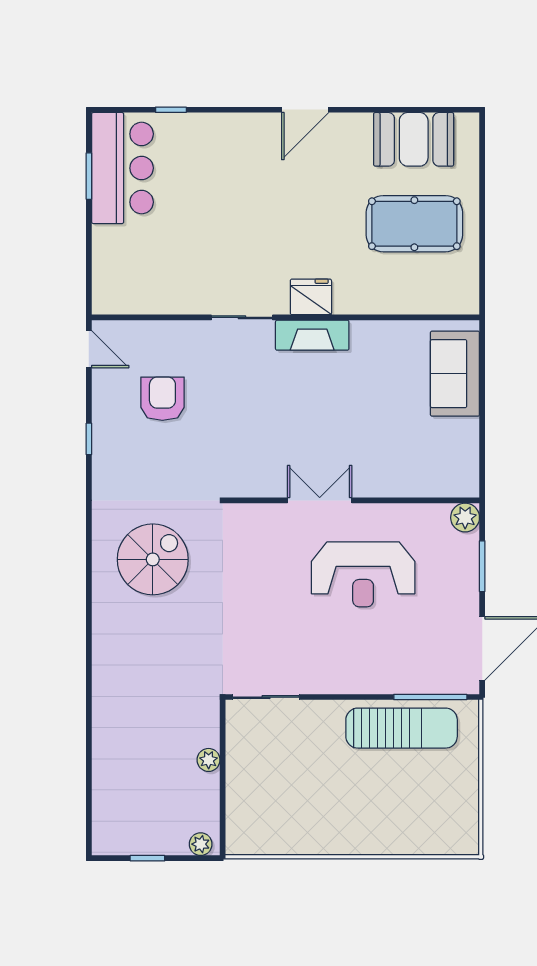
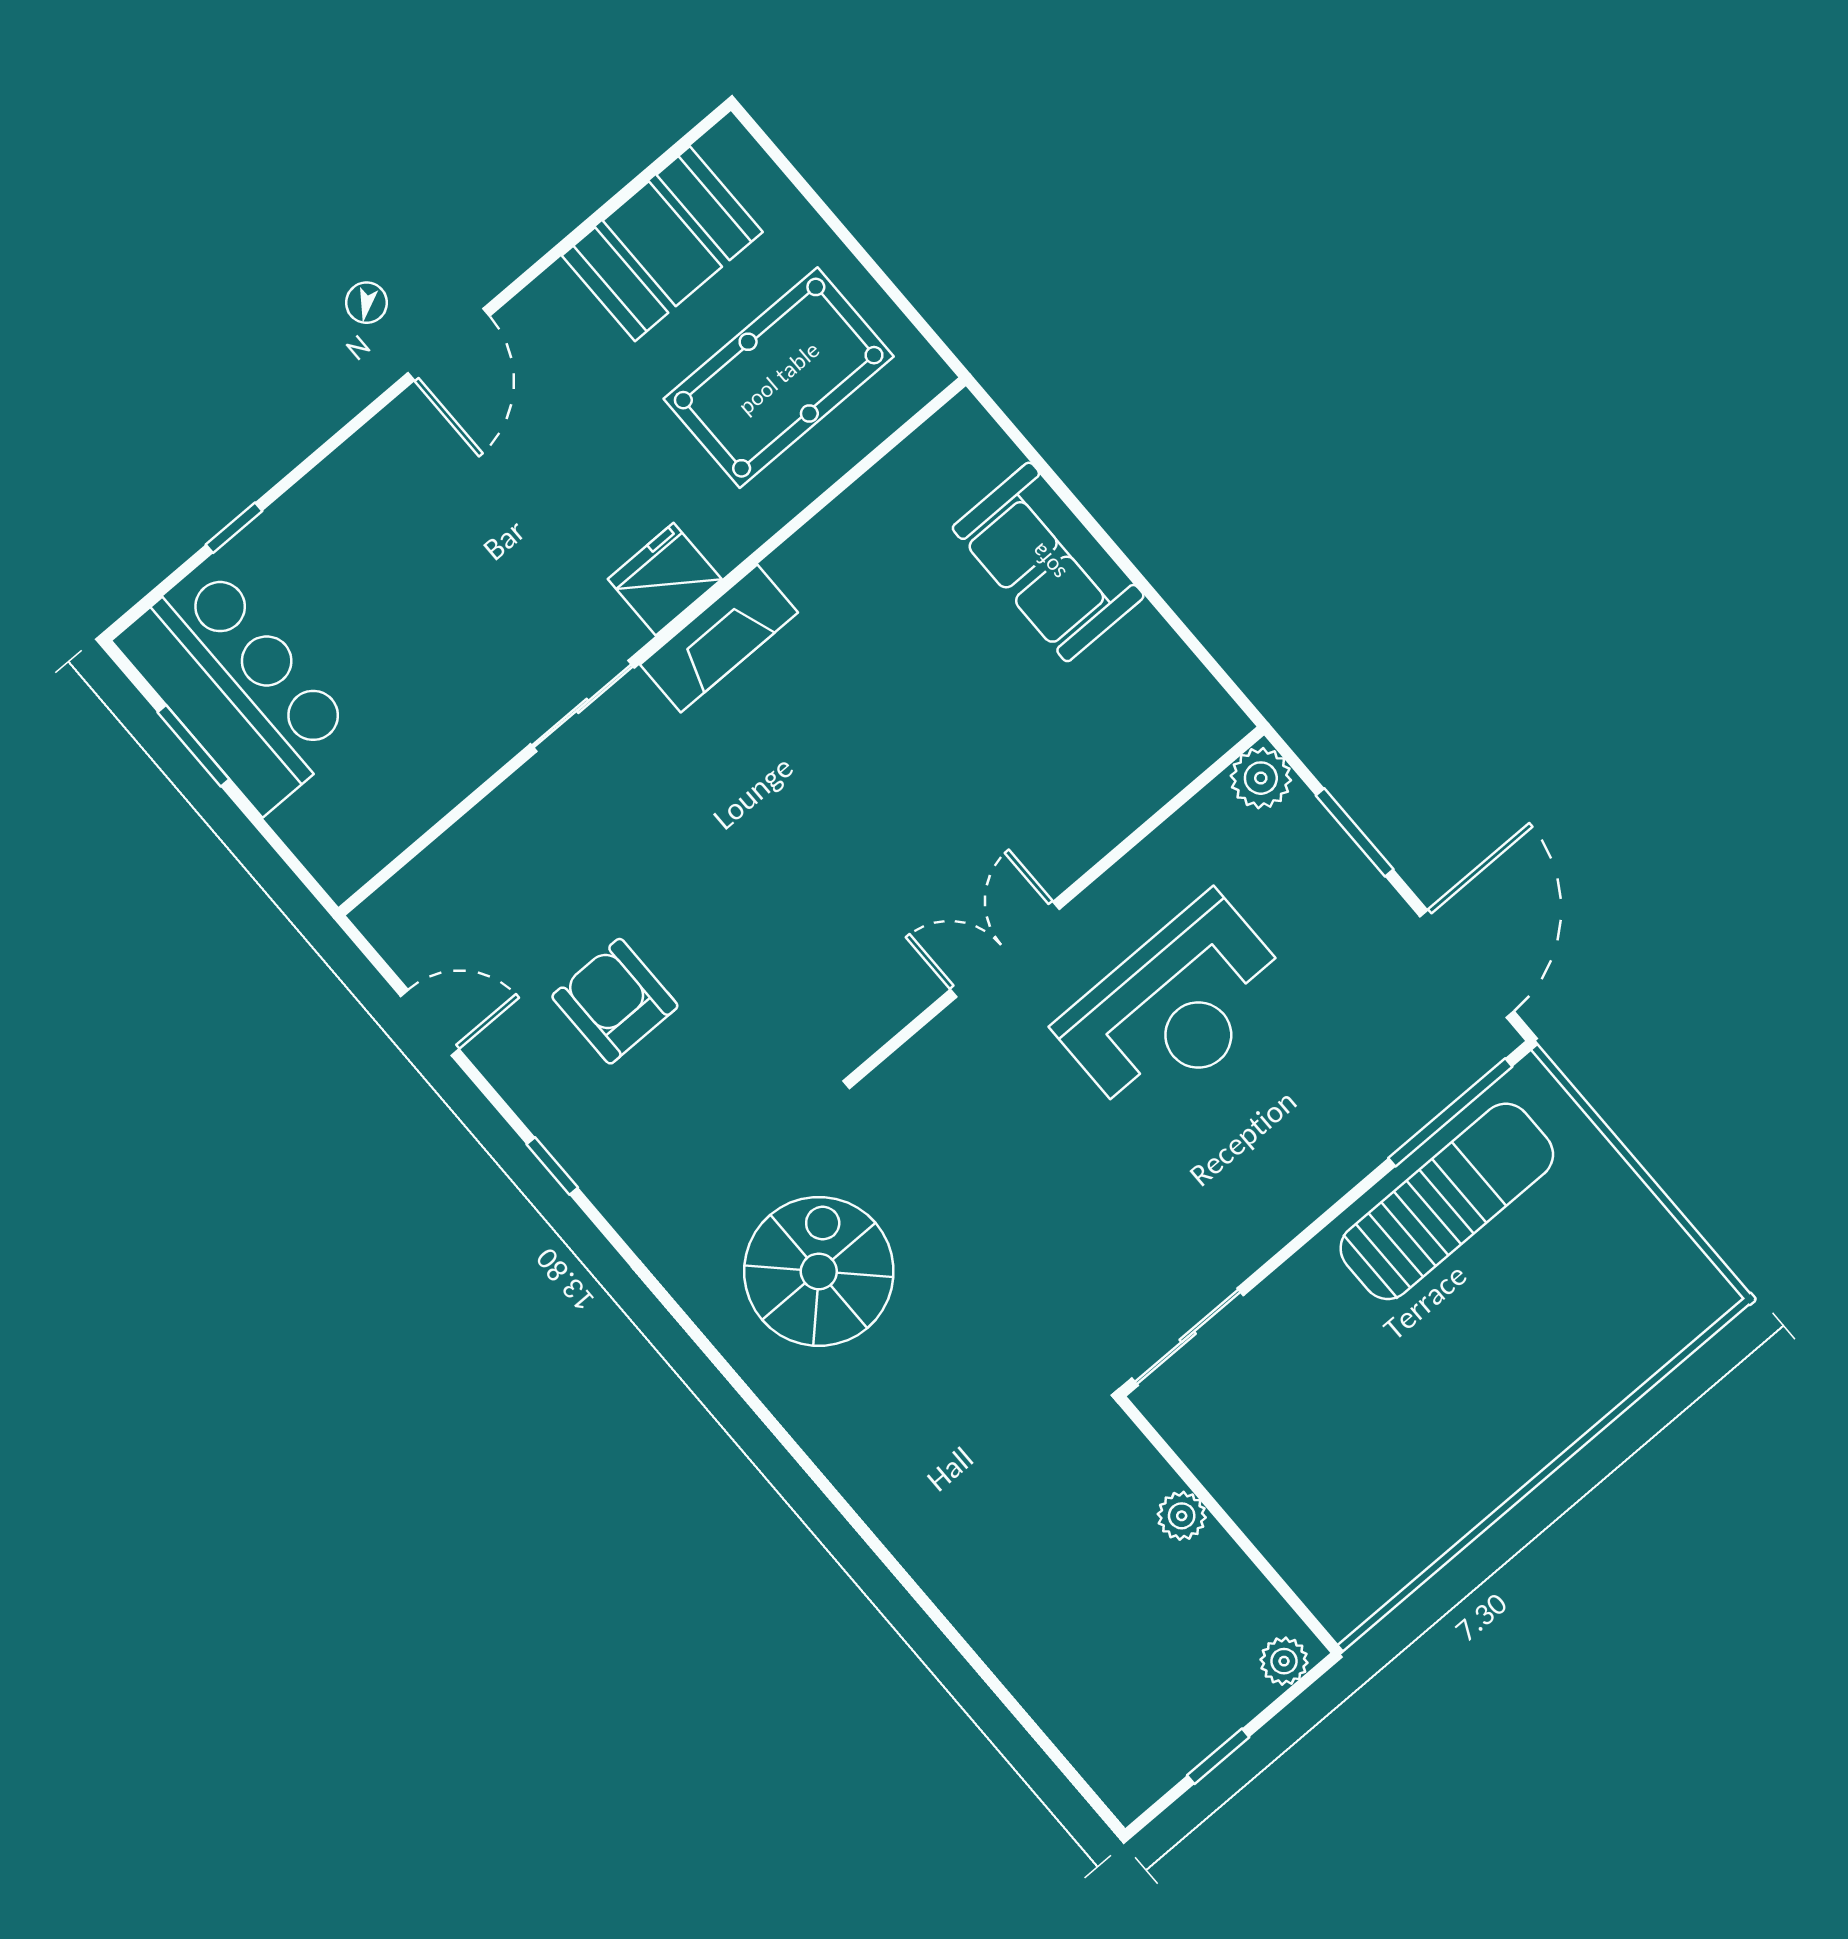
fridge: (311, 297) -> (665, 579), moved
sliding door: (242, 317) -> (582, 706), moved
wall: (286, 317) -> (652, 646), moved
fireplace: (312, 335) -> (719, 639), moved

